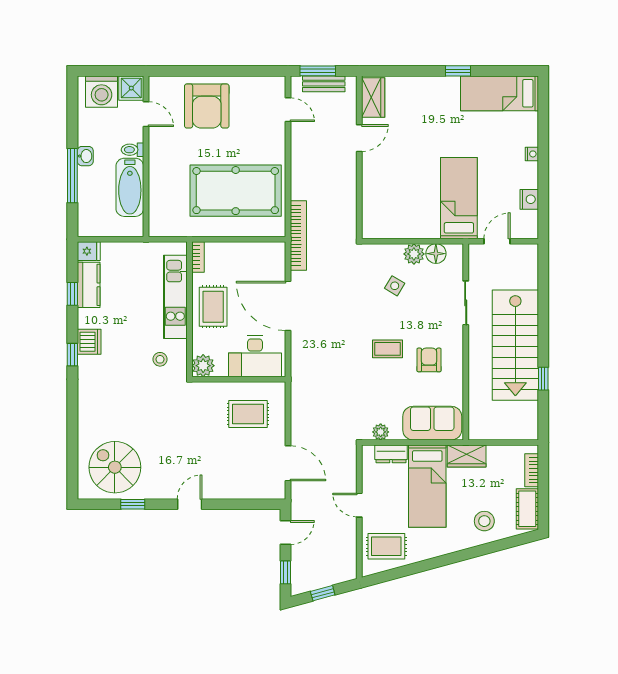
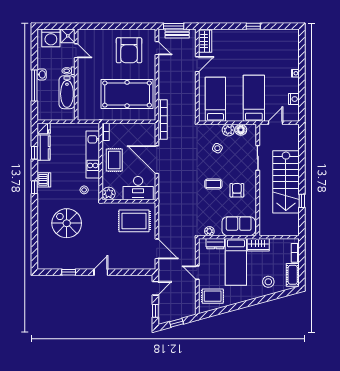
bed: (499, 93) -> (215, 99), moved, turned 90
armchair: (207, 106) -> (129, 50), moved
rug: (248, 414) -> (134, 221), width x1.36, depth x1.43
spiral stairs: (115, 467) -> (67, 223), moved

